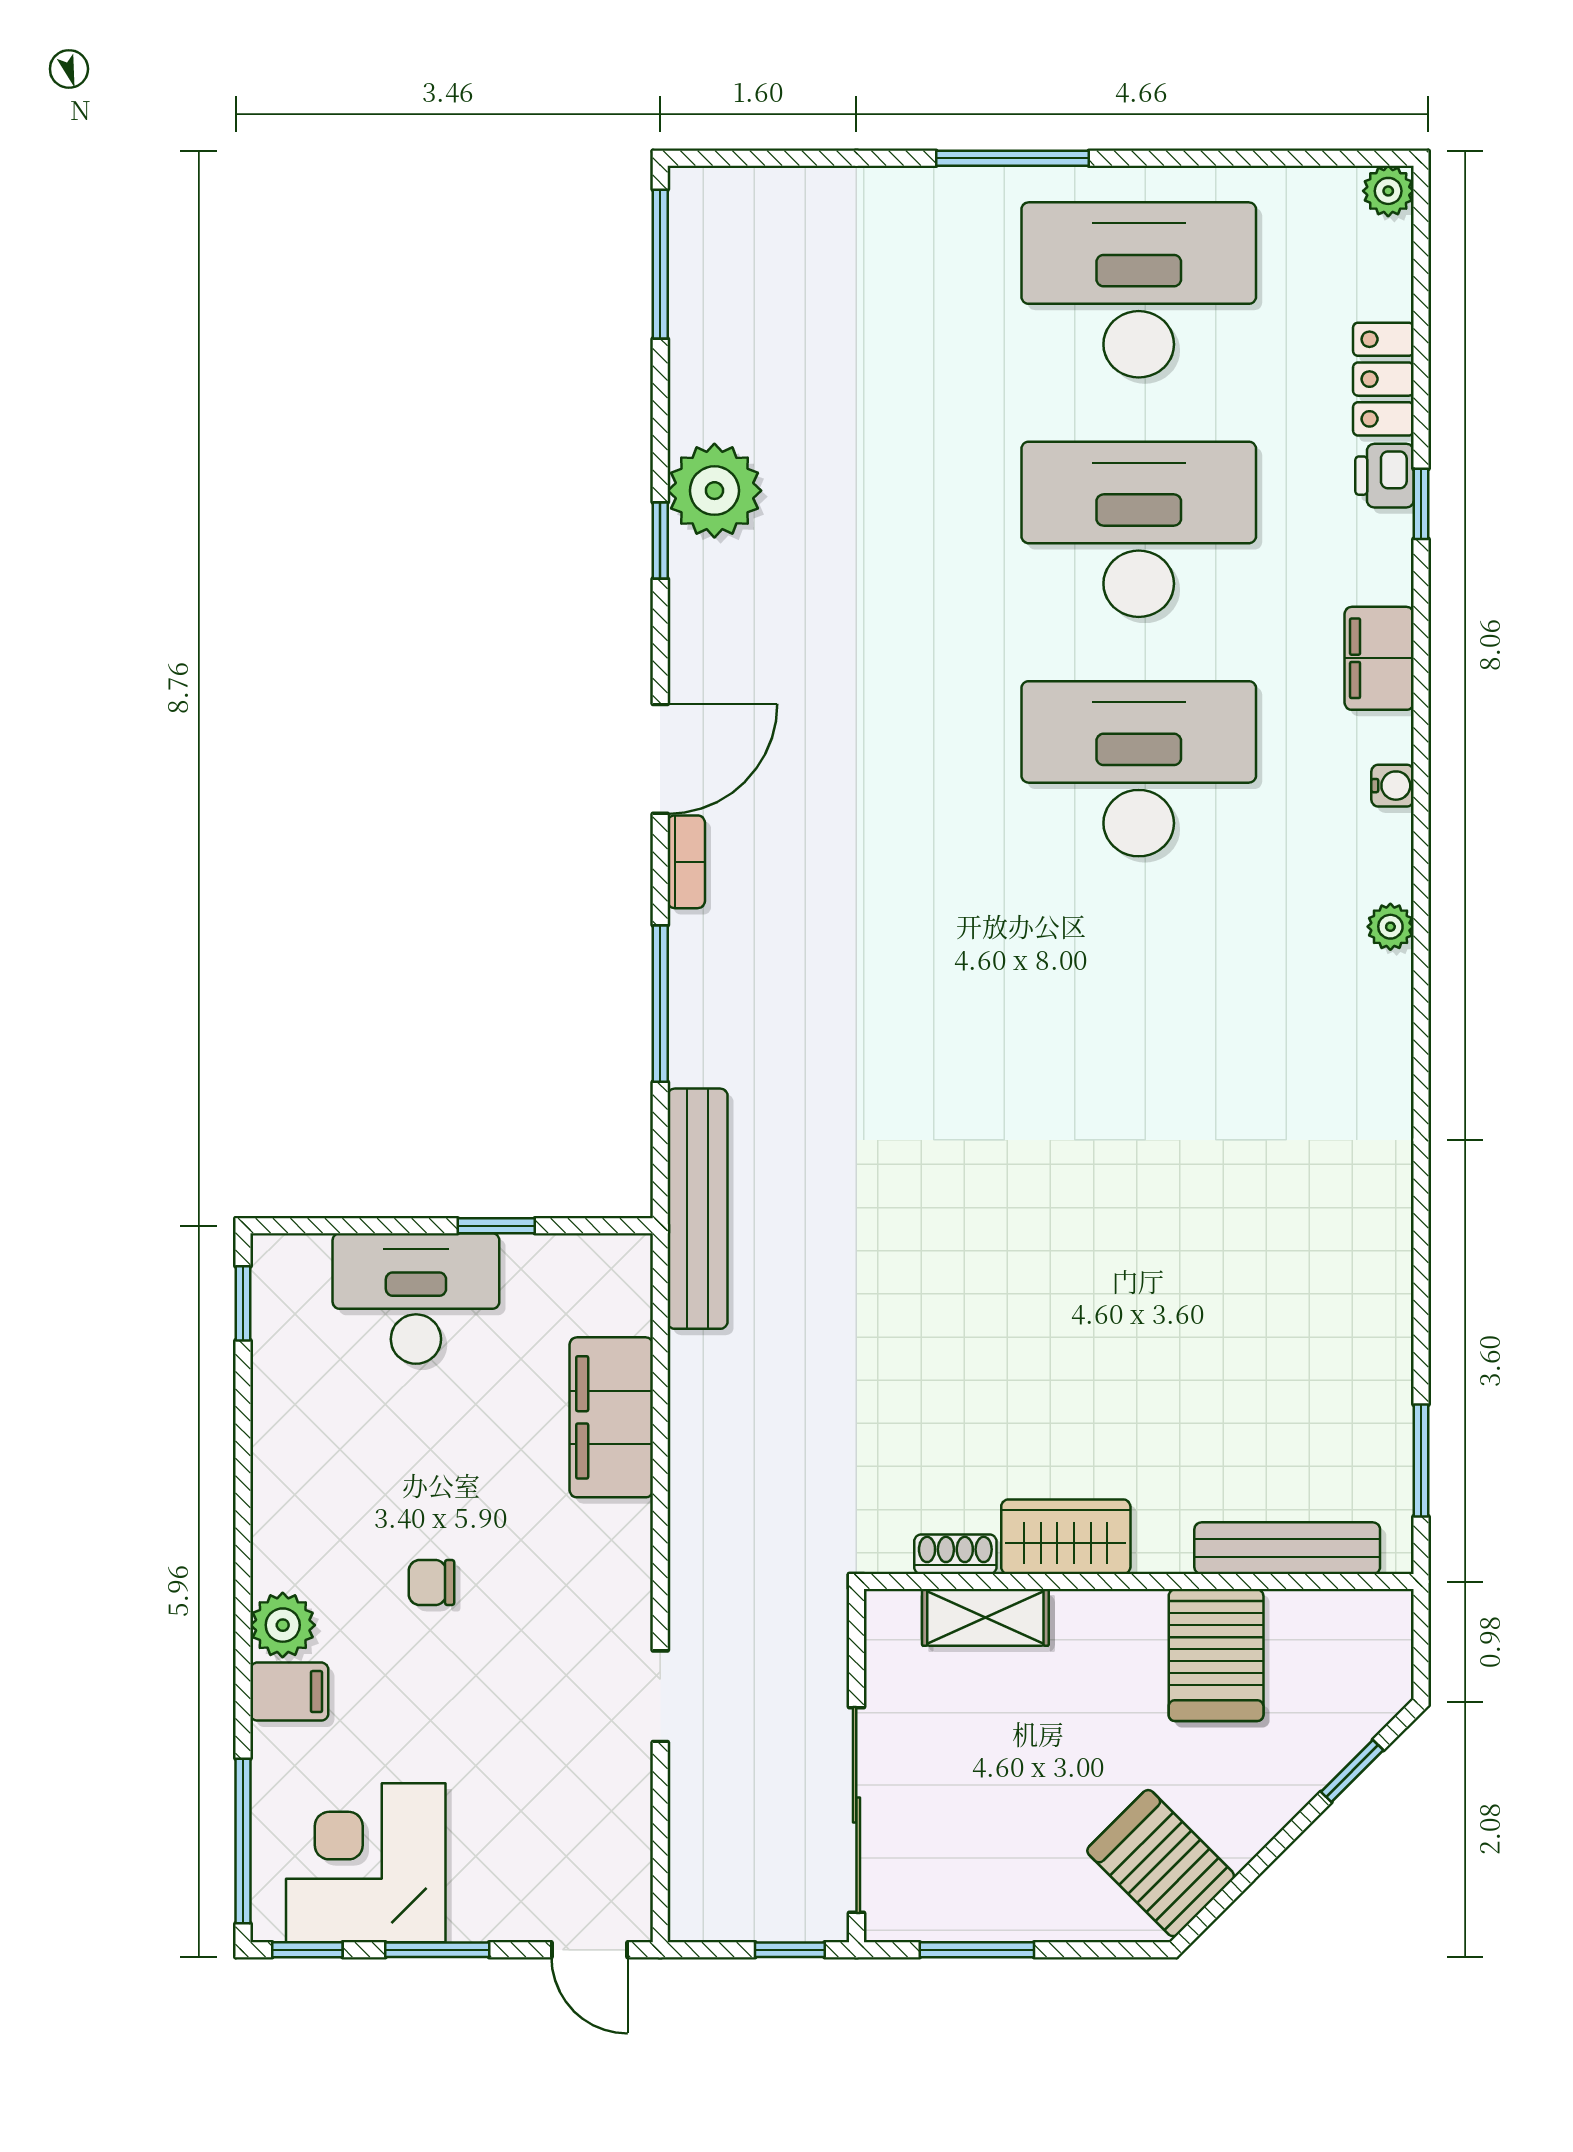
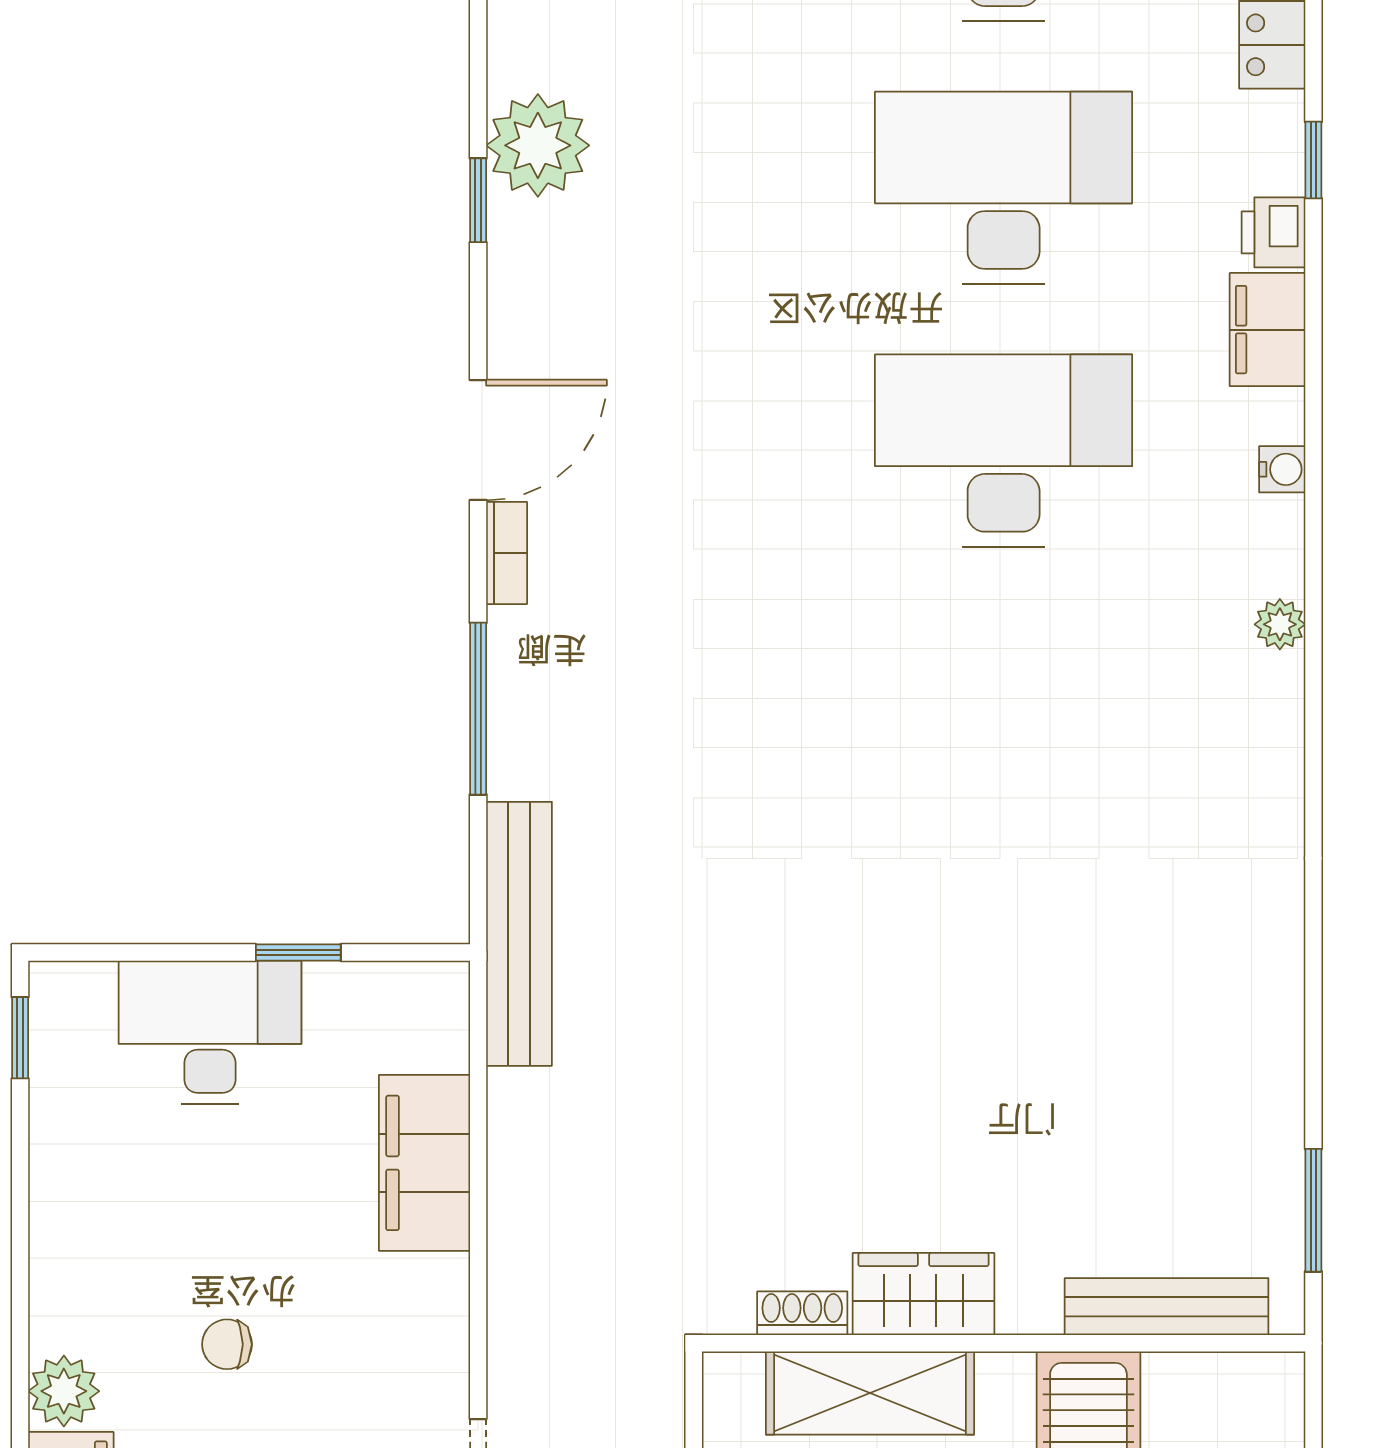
printer: (1385, 476) -> (1273, 232), moved
shelving: (985, 1617) -> (870, 1393), width x1.50, depth x1.33

